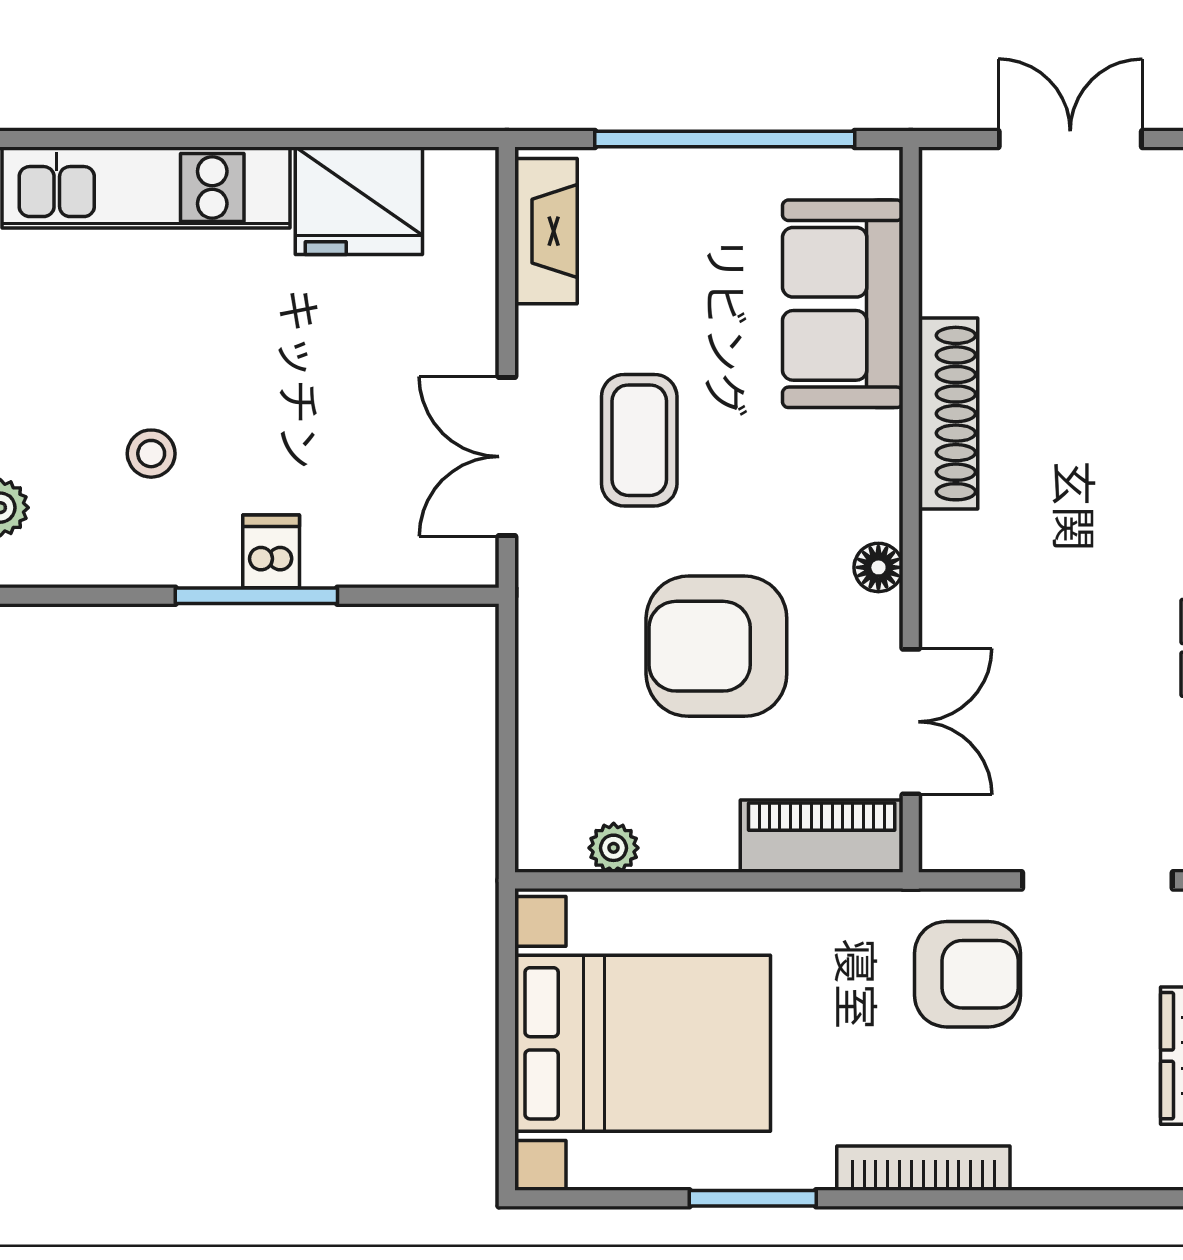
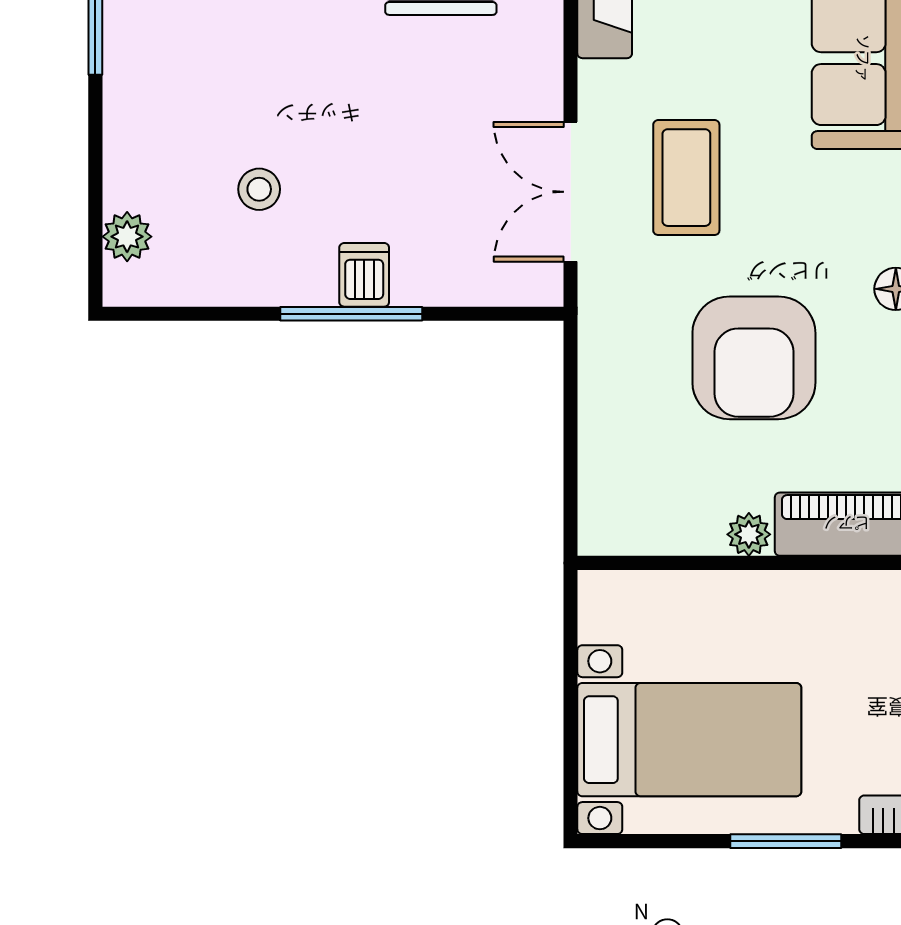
armchair: (716, 646) -> (754, 358), turned -90
plant: (614, 848) -> (749, 534), moved
bed with nightstands: (643, 1043) -> (689, 740), width x0.73

